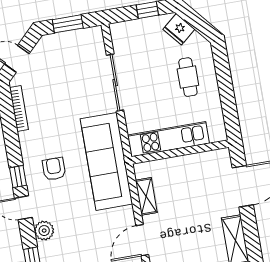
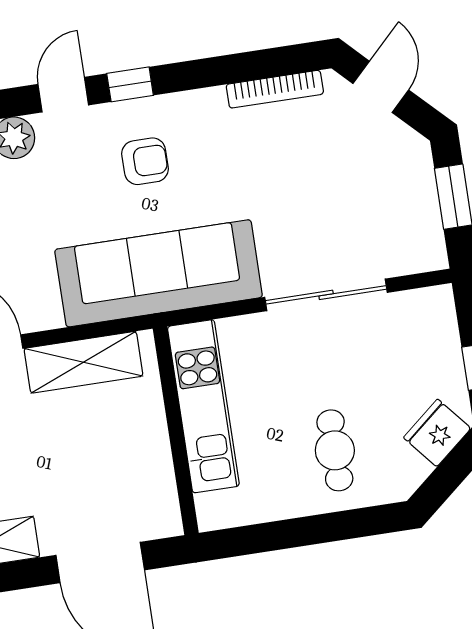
cafe table: (188, 77) -> (335, 450), turned 90
shelving: (146, 196) -> (83, 362), width x1.50, depth x1.33

